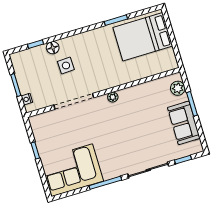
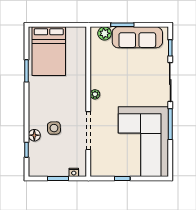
sofa: (184, 123) -> (137, 37), width x1.36
corner sofa: (72, 170) -> (143, 142), width x1.36, depth x1.36

